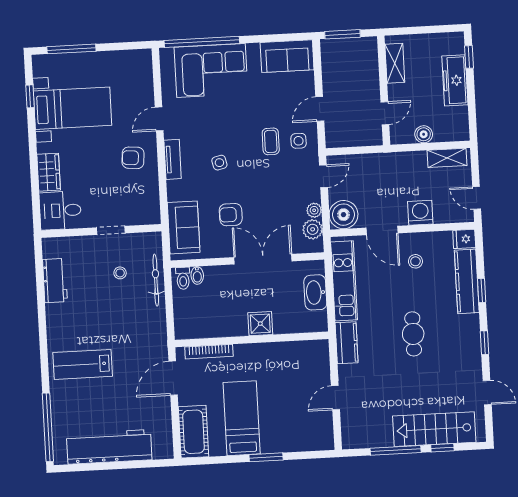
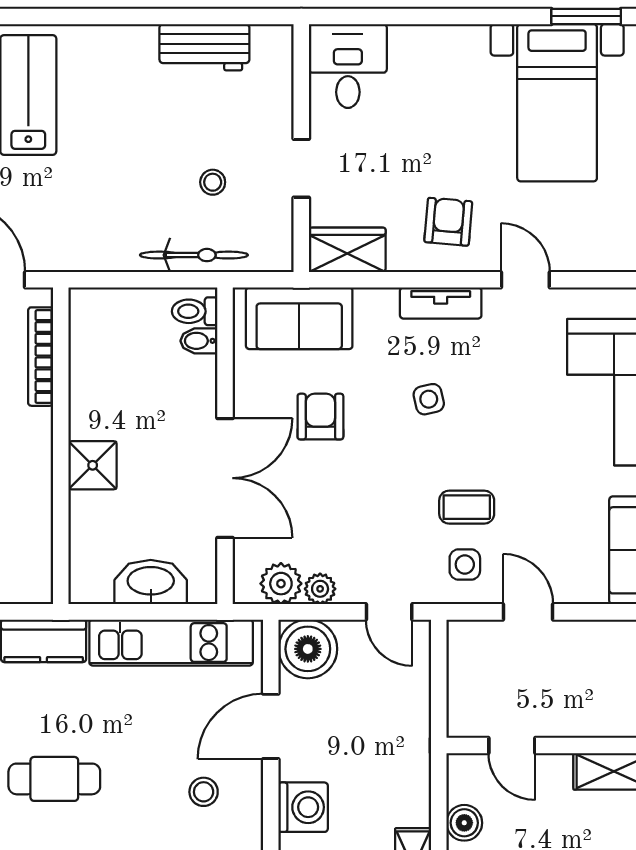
window: (30, 96) -> (586, 16), width x1.50
wardrobe: (49, 172) -> (347, 250), moved, turned 180

